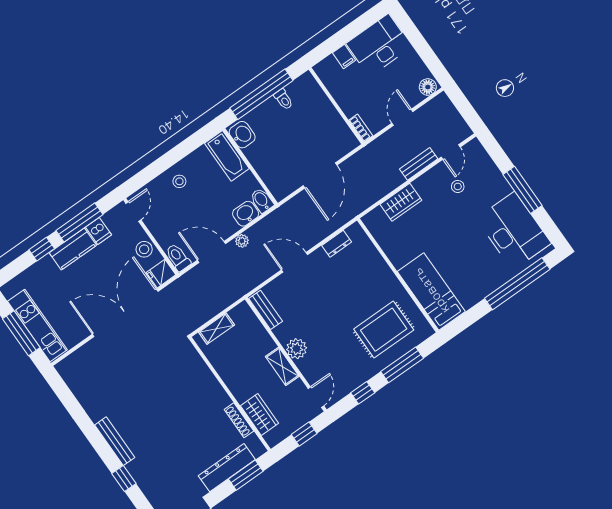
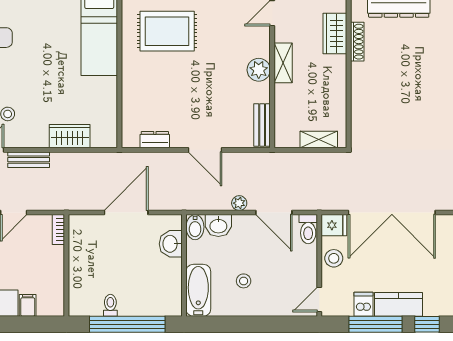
washbasin: (242, 135) -> (171, 244), moved
stool: (179, 181) -> (244, 281), moved

